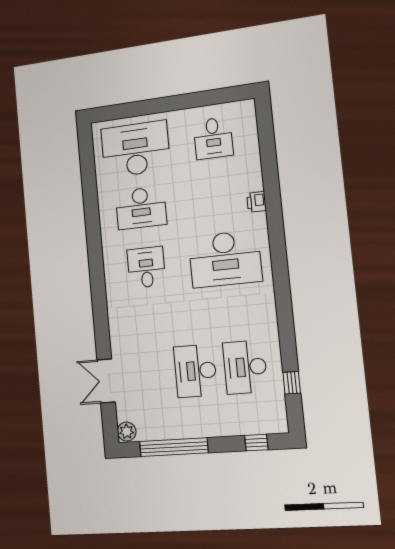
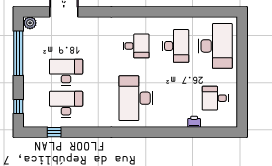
printer: (256, 202) -> (194, 122), moved
desk: (141, 208) -> (176, 46), turned 180

